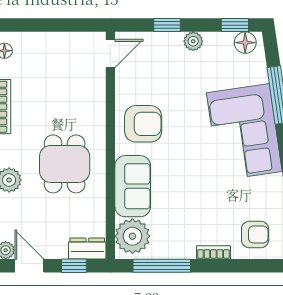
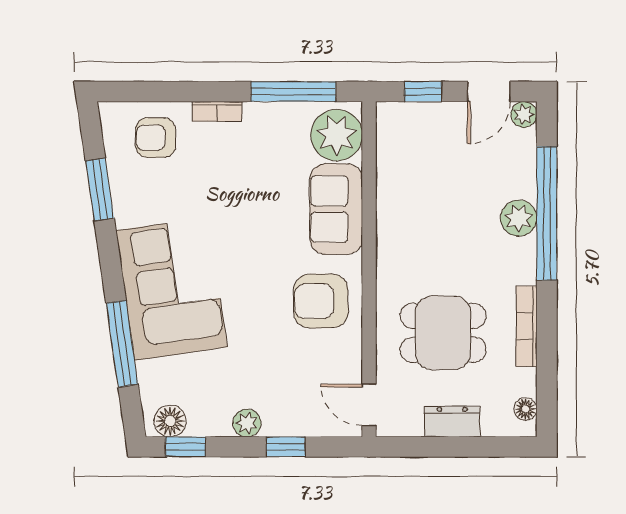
door: (110, 53) -> (369, 405), hinge flipped
dining table: (65, 164) -> (443, 333), moved, turned 90
dresser: (87, 249) -> (452, 421), moved, turned 180
door: (29, 266) -> (489, 92), hinge flipped

